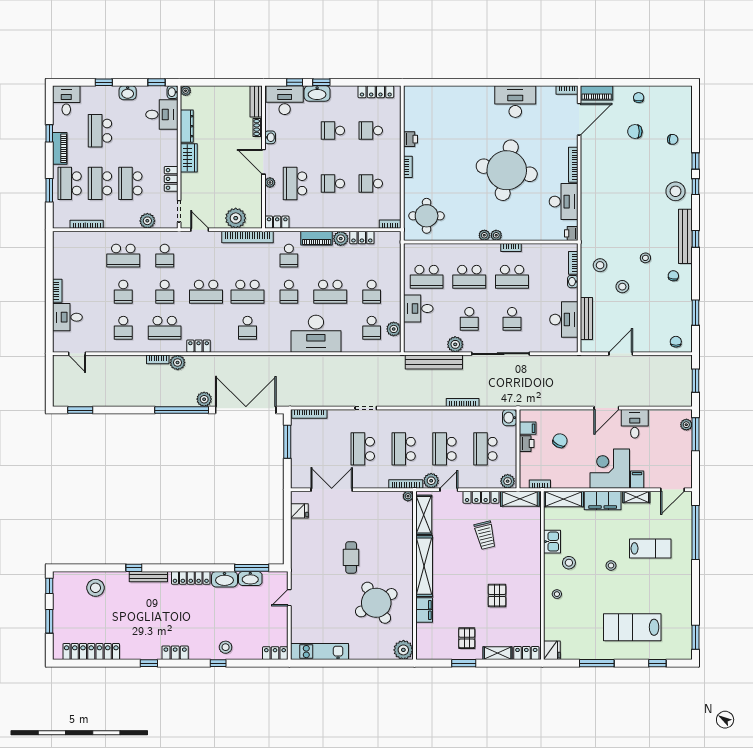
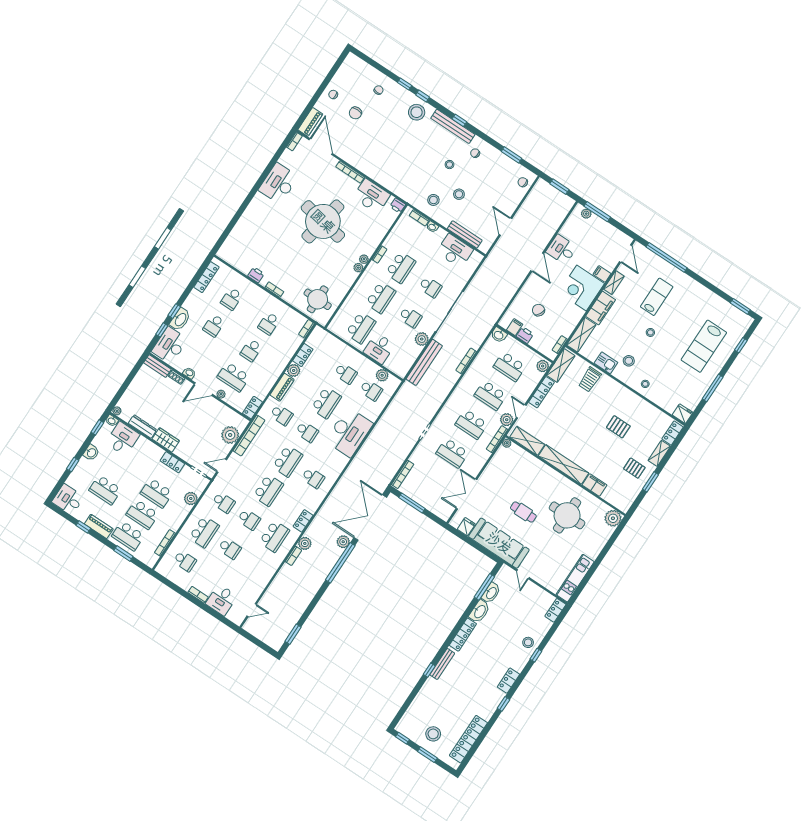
school desk: (123, 328) -> (185, 561), moved
trolley: (485, 535) -> (590, 379), moved, turned 104
sofa: (304, 554) -> (499, 543), added
stool: (95, 588) -> (433, 734), moved
round table: (376, 603) -> (567, 515), turned 30

